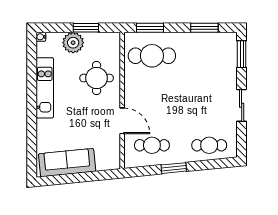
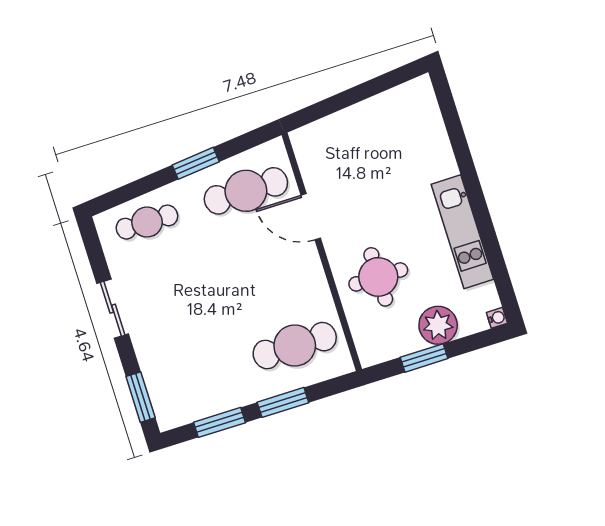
window: (150, 28) -> (283, 402), moved
cafe table: (152, 145) -> (246, 191), width x1.37, depth x1.35
sofa: (67, 163) -> (383, 115), removed

